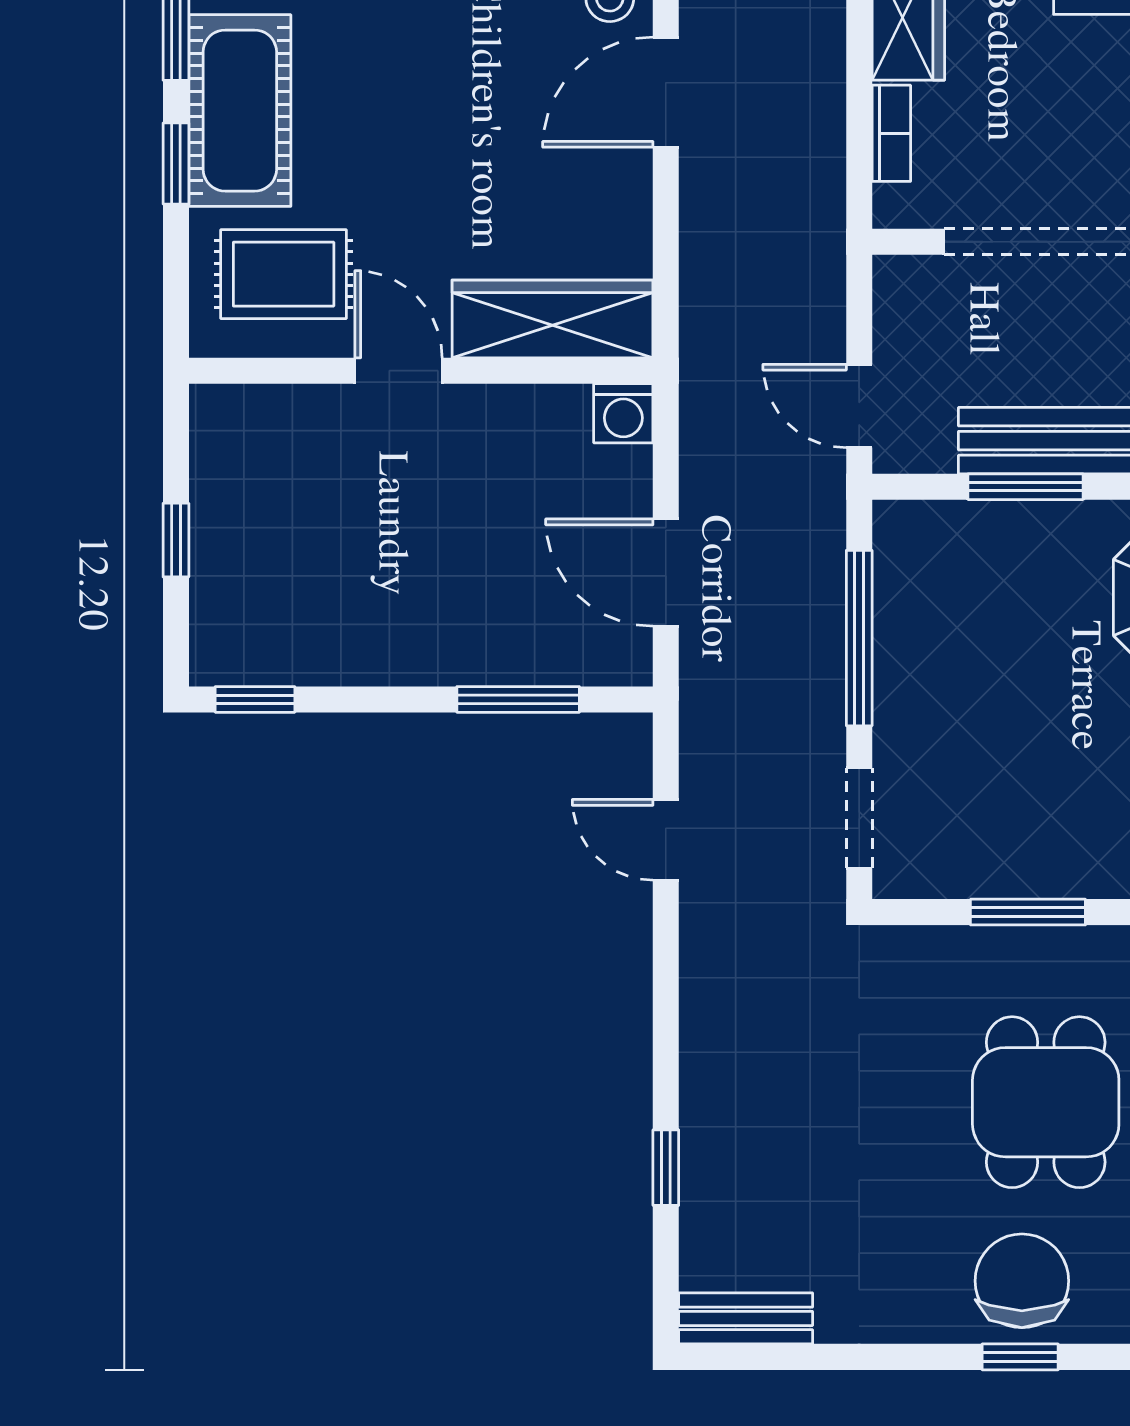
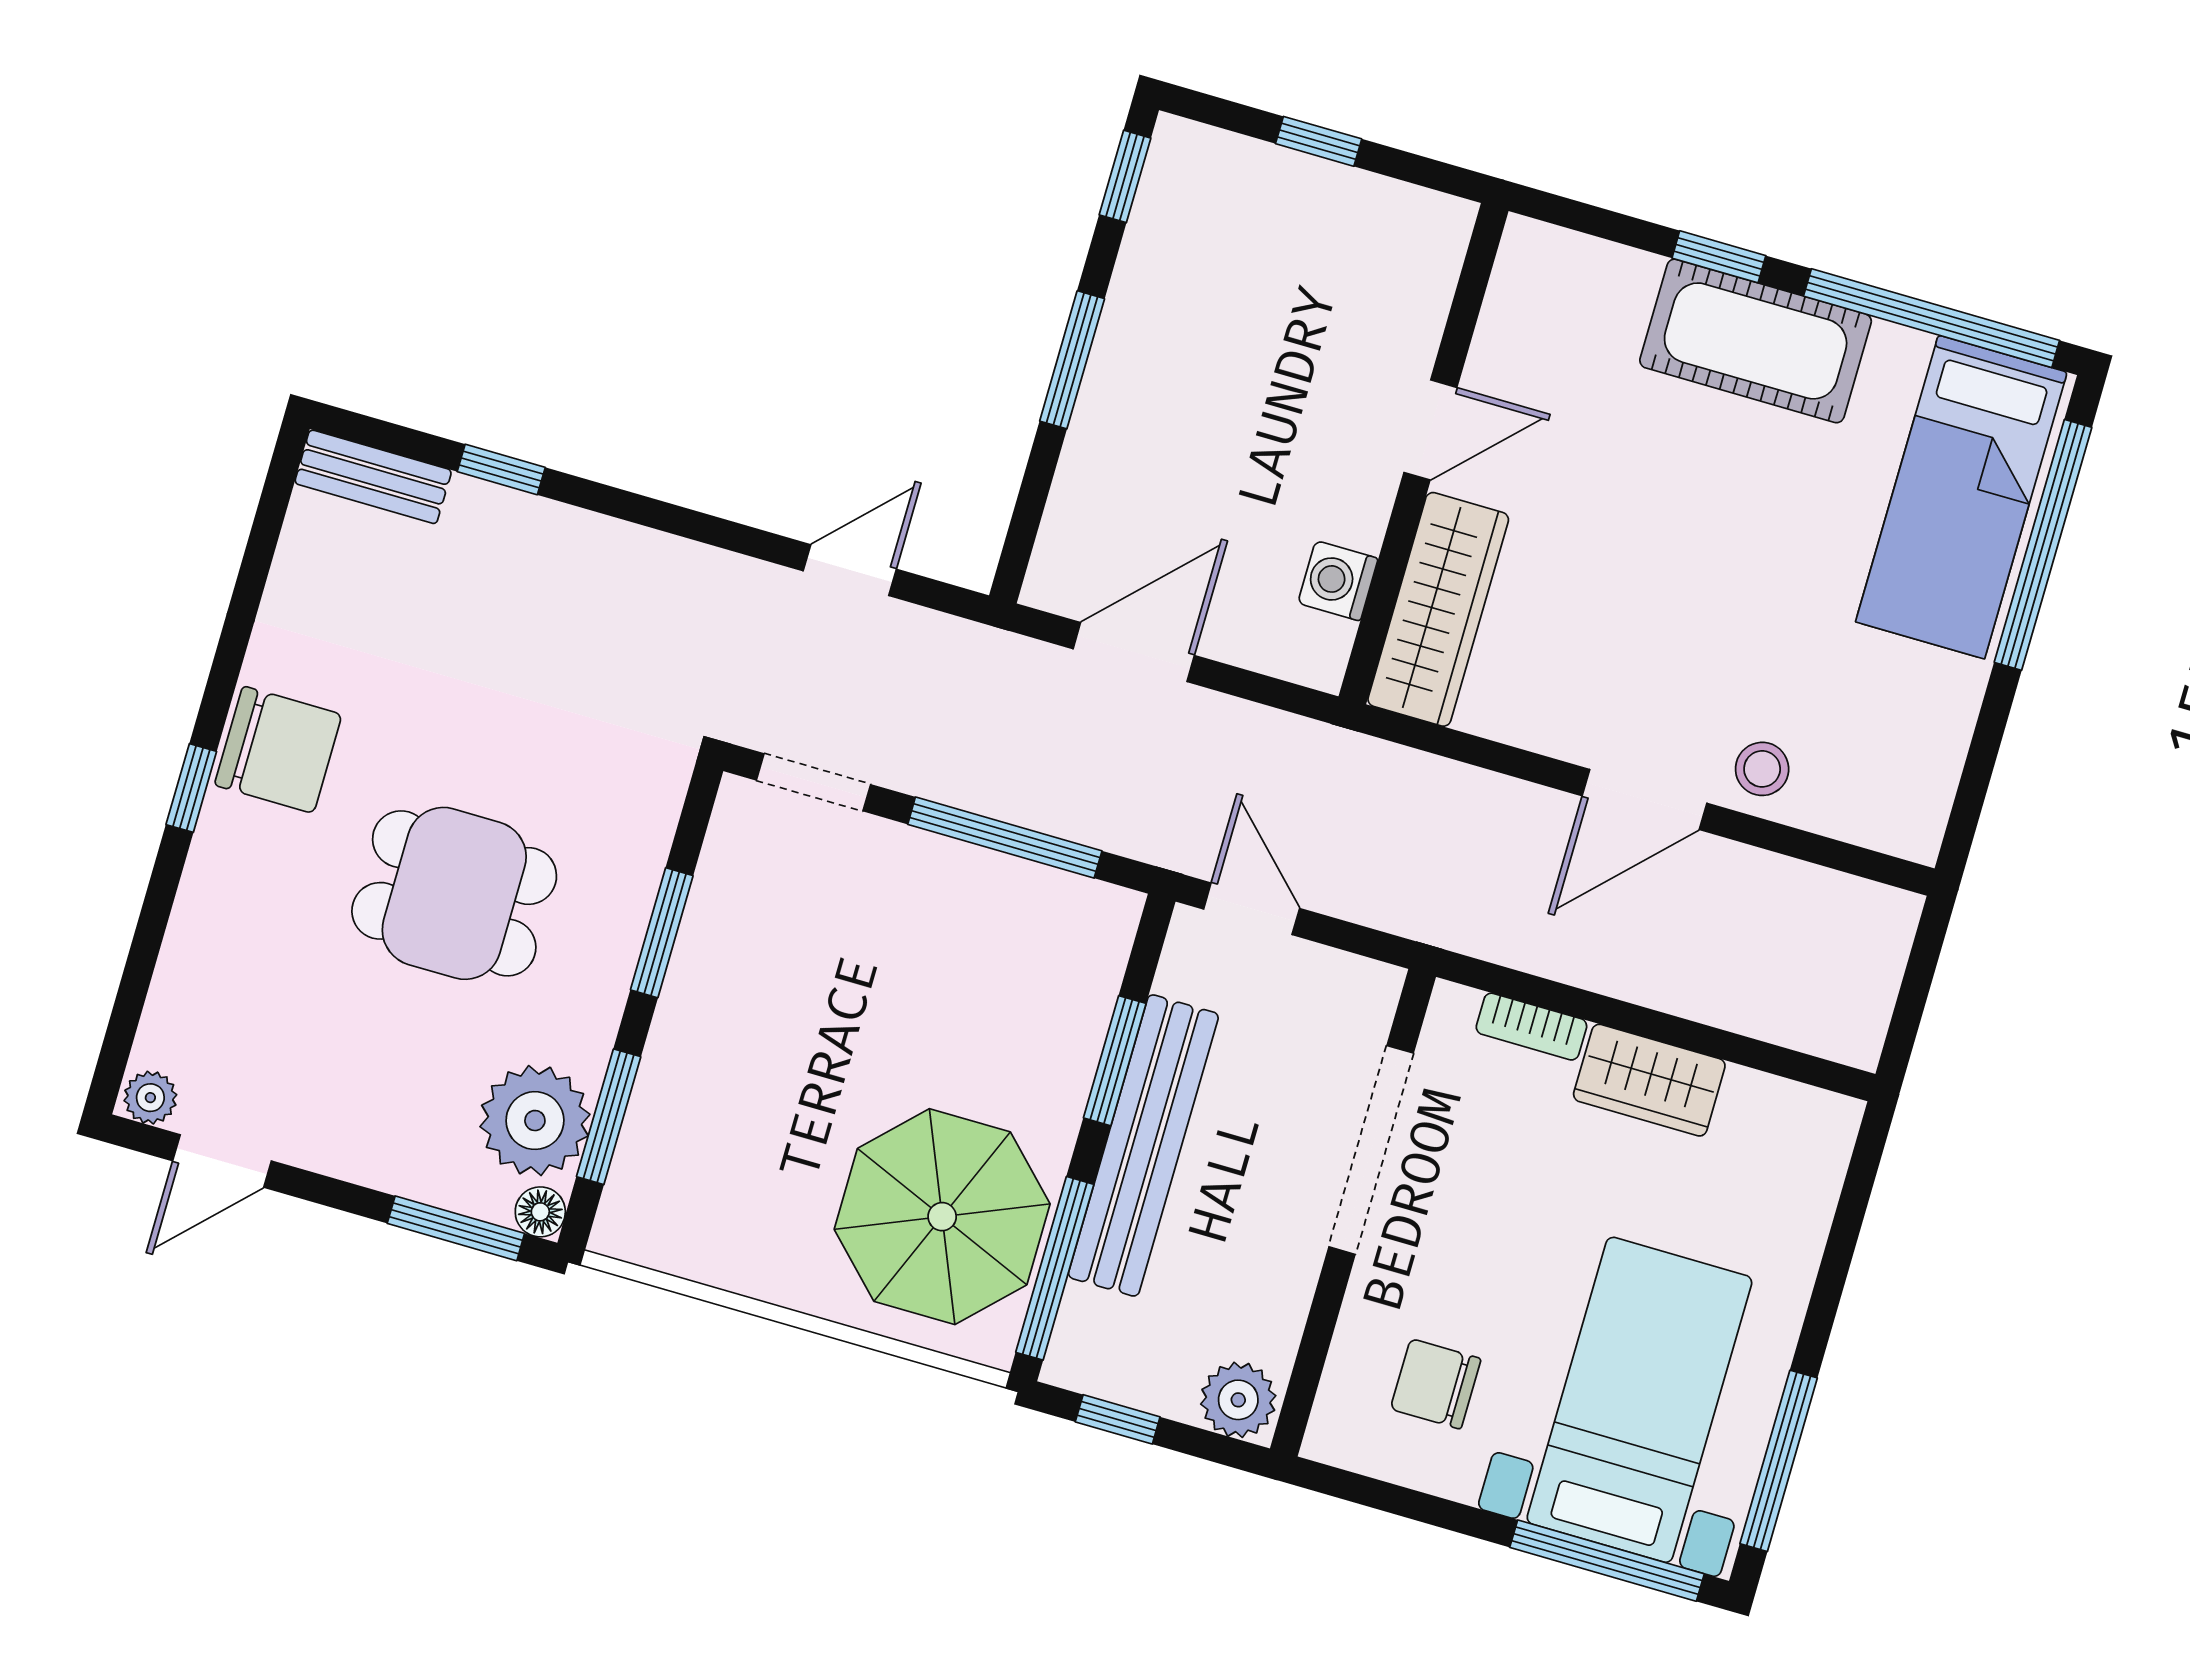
door: (666, 92) -> (1644, 799), swing flipped
rug: (284, 274) -> (1568, 337), removed
door: (859, 406) -> (1252, 909), hinge flipped
washing machine: (623, 413) -> (1338, 581), moved
window: (518, 699) -> (1072, 360), moved
chair: (1022, 1281) -> (278, 750), moved
bench: (746, 1318) -> (373, 477), moved, turned 90

